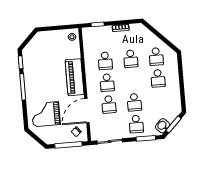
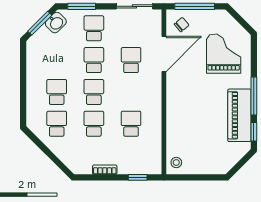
piano: (75, 77) -> (239, 115), moved, turned 180
school desk: (107, 83) -> (94, 92), moved
grand piano: (46, 114) -> (224, 54), turned -90

